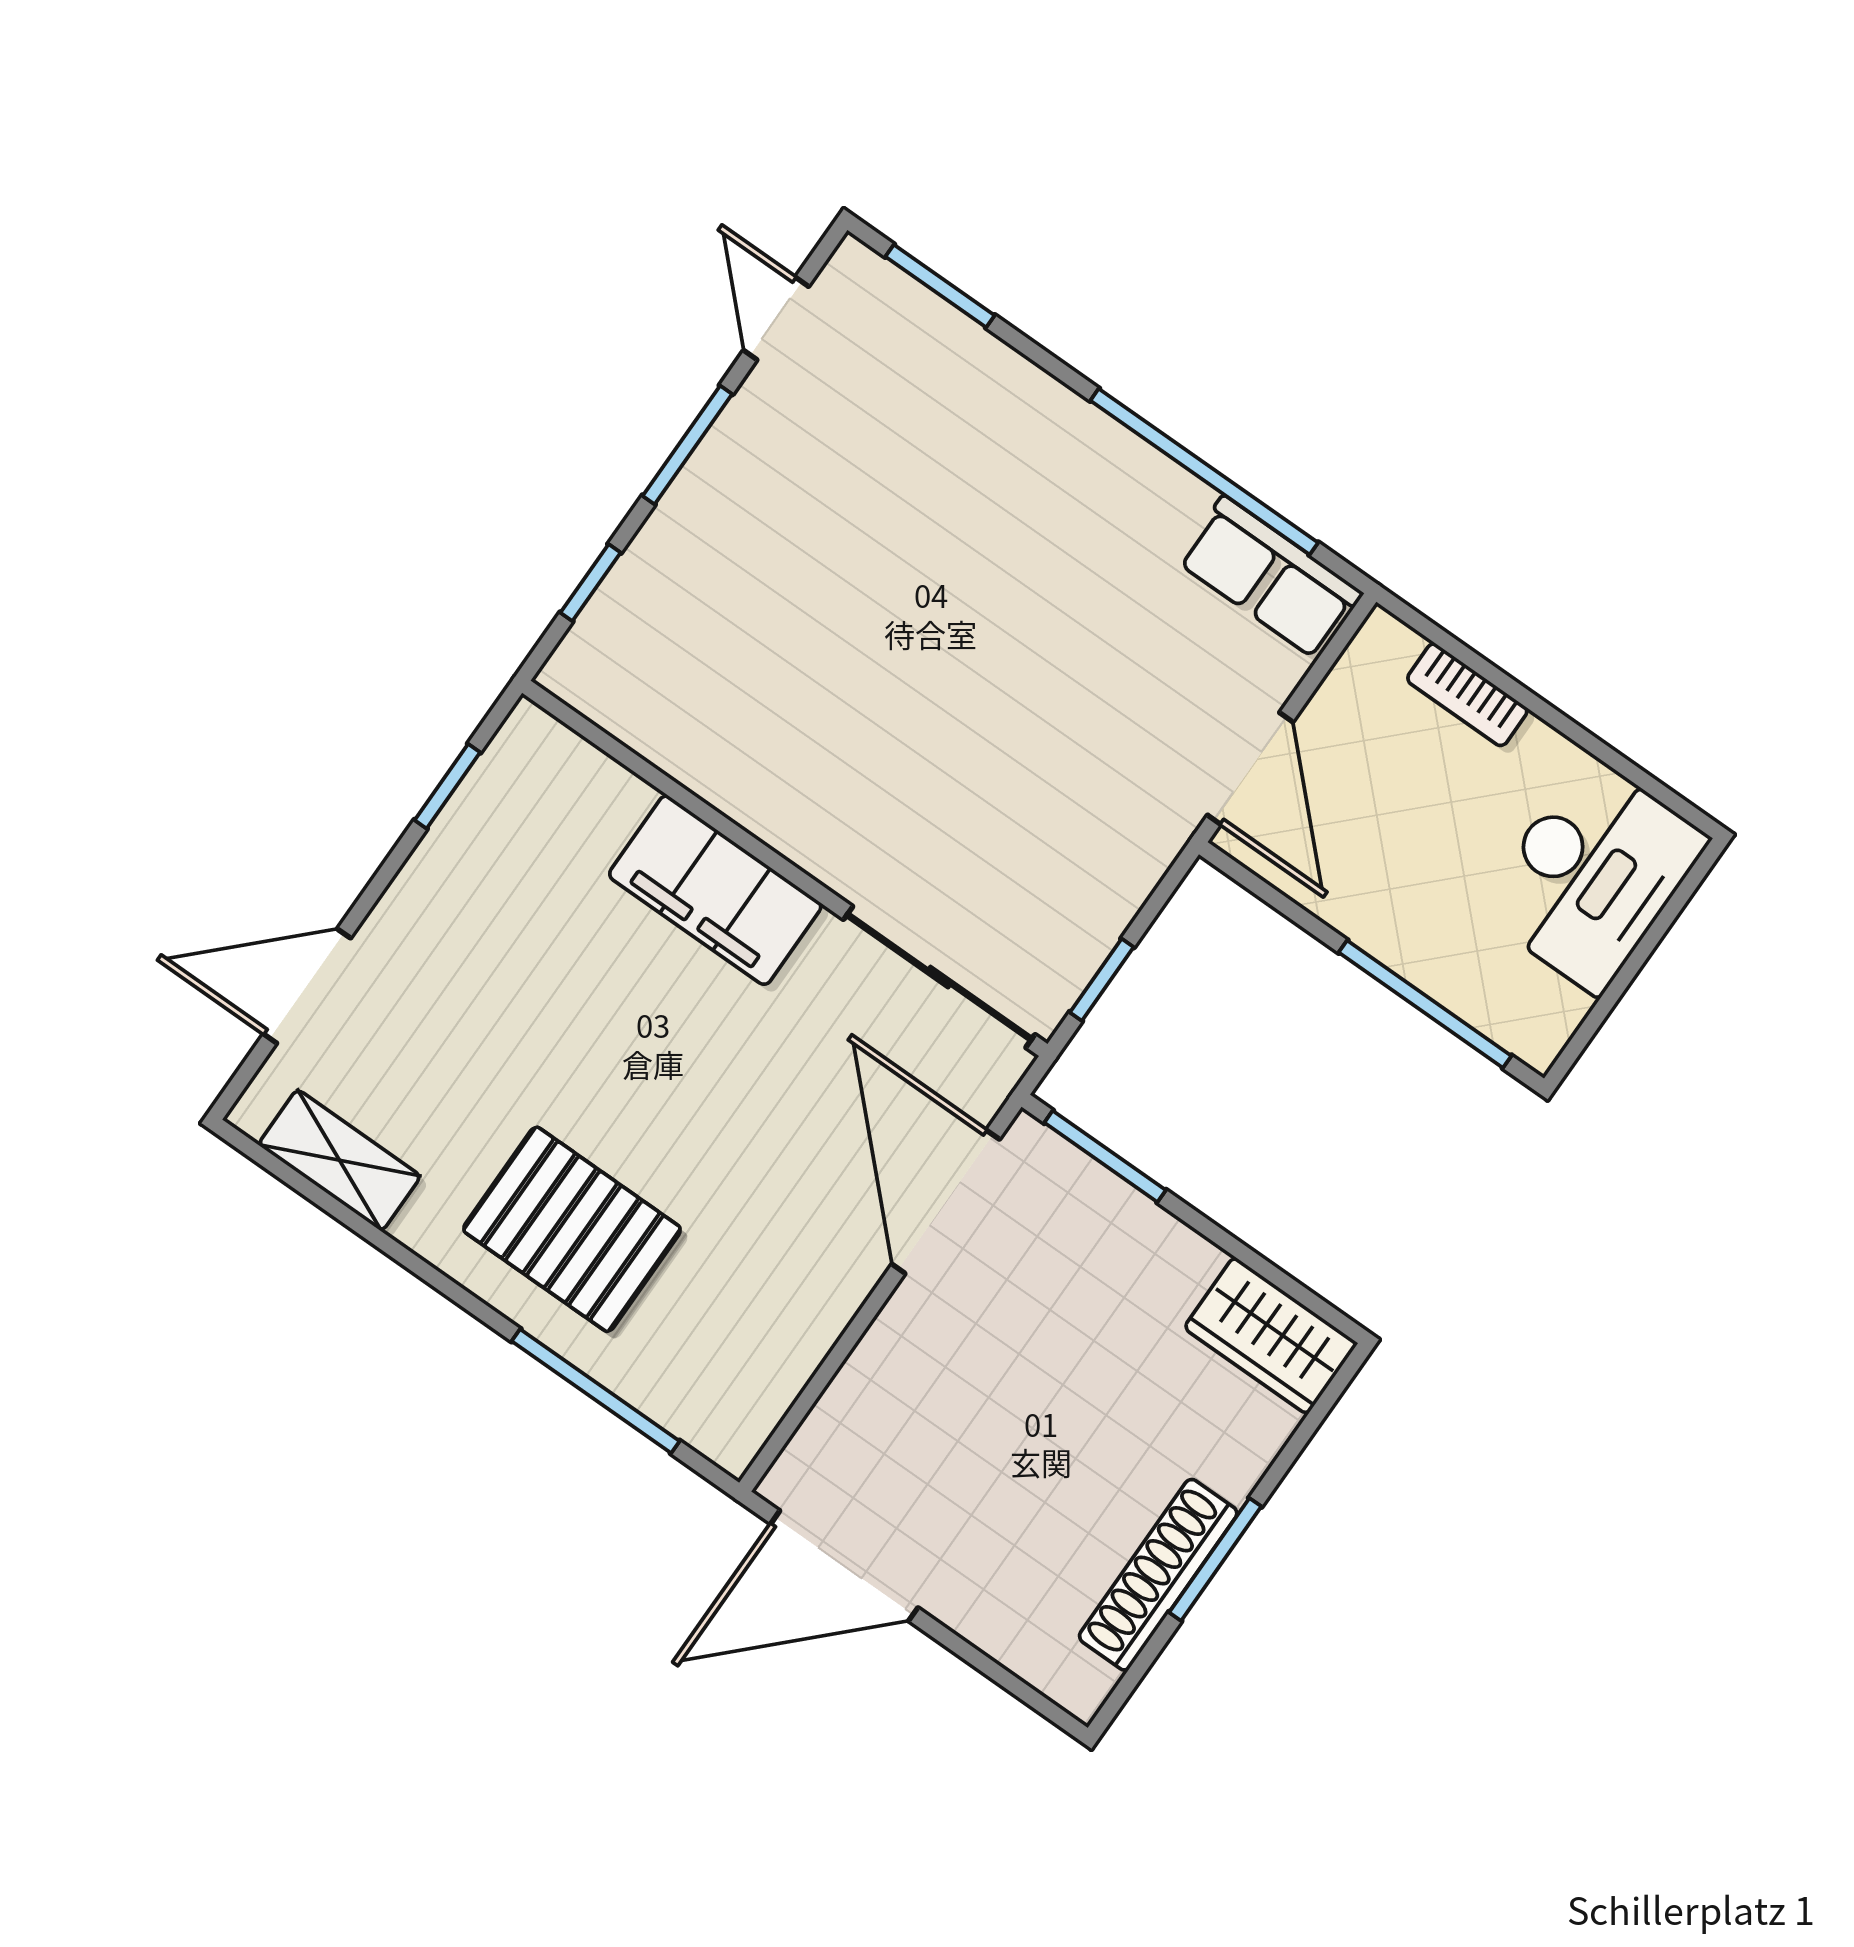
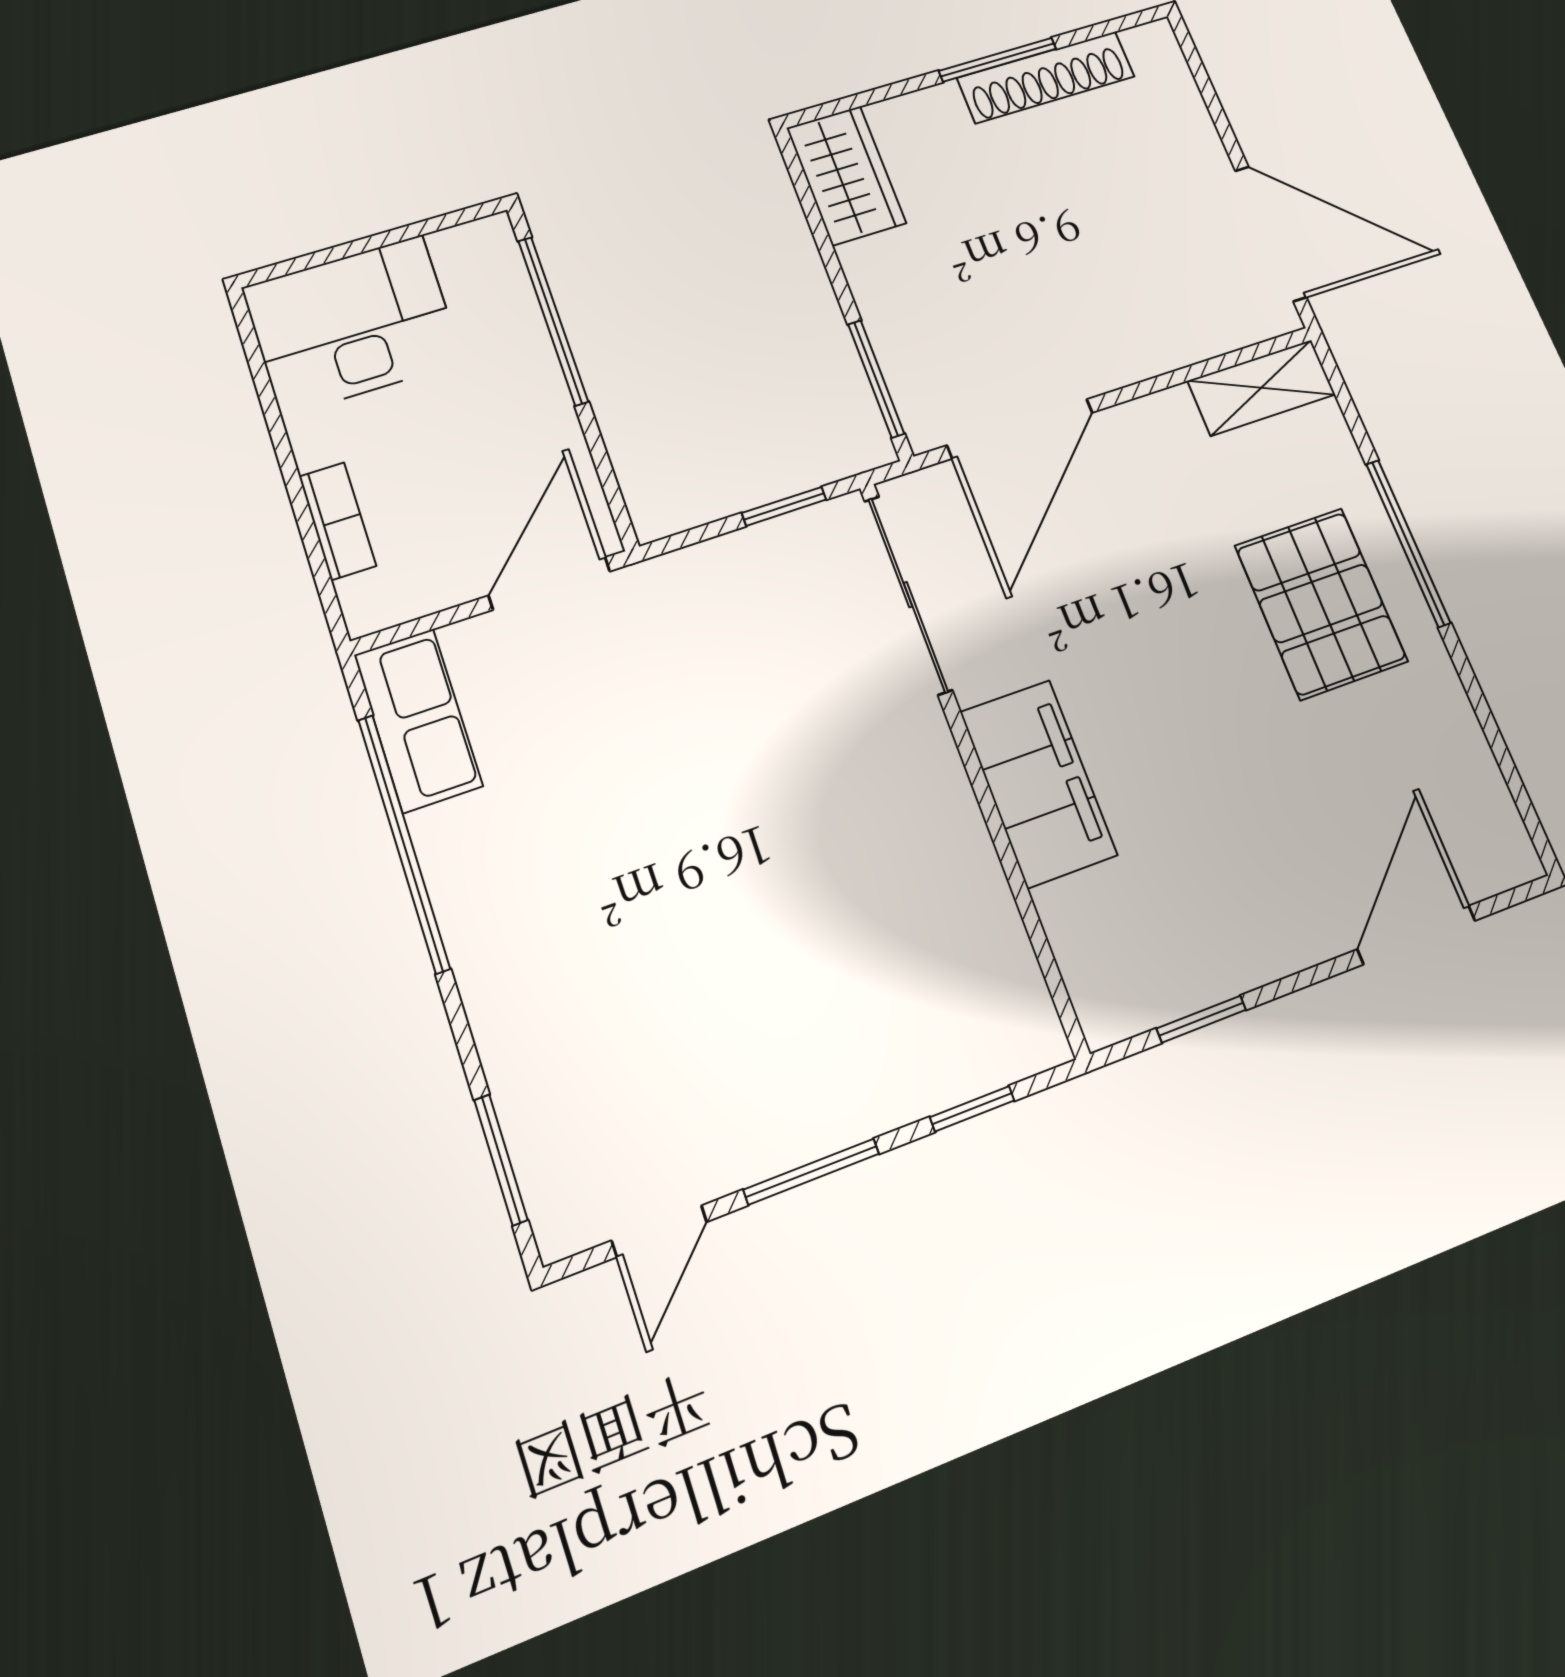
door: (307, 986) -> (1417, 935), swing flipped
shelving: (340, 1160) -> (1261, 388), moved, turned 90
window: (596, 1391) -> (1408, 543), moved

